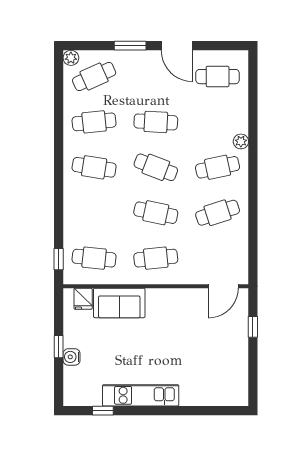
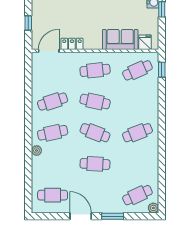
cafe table: (94, 122) -> (137, 164), removed
cafe table: (94, 167) -> (137, 133), turned -30
cafe table: (94, 258) -> (137, 70), turned -30
locker: (189, 297) -> (72, 44), added

